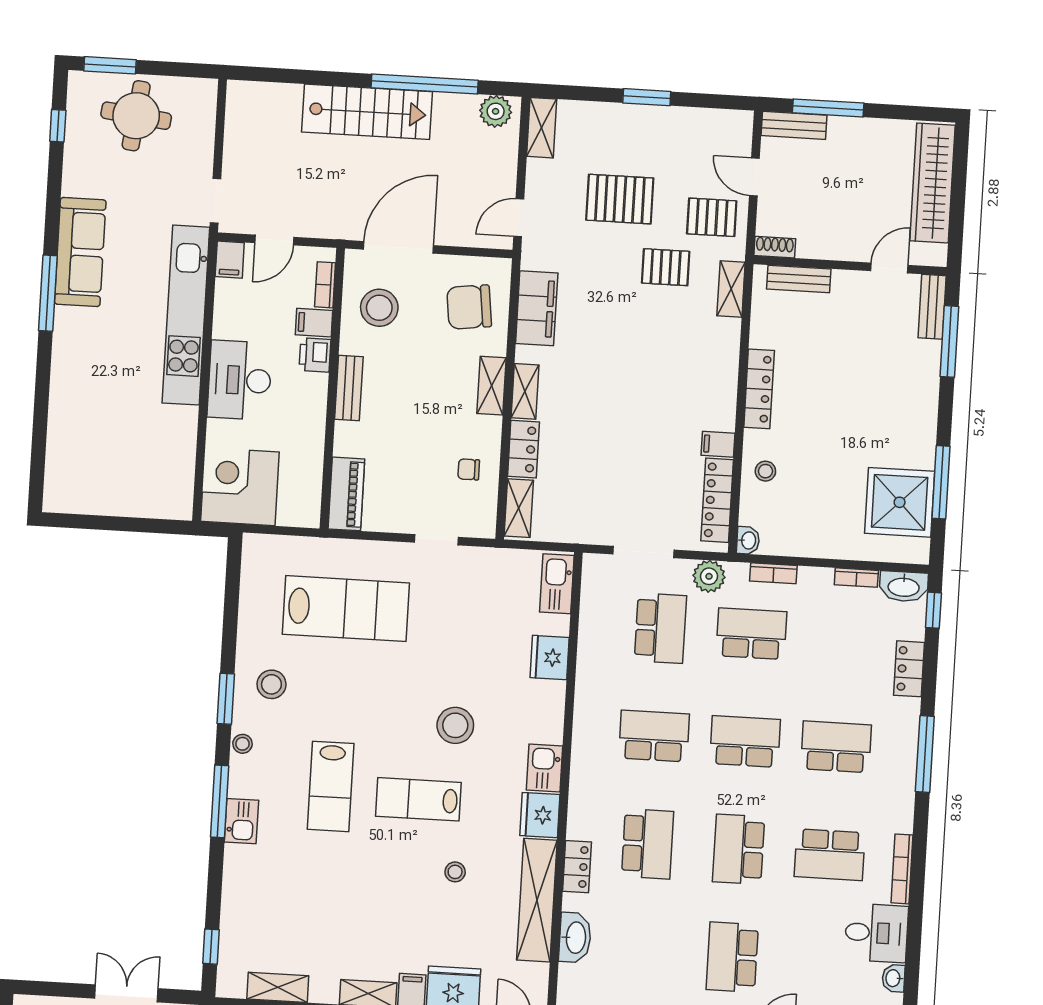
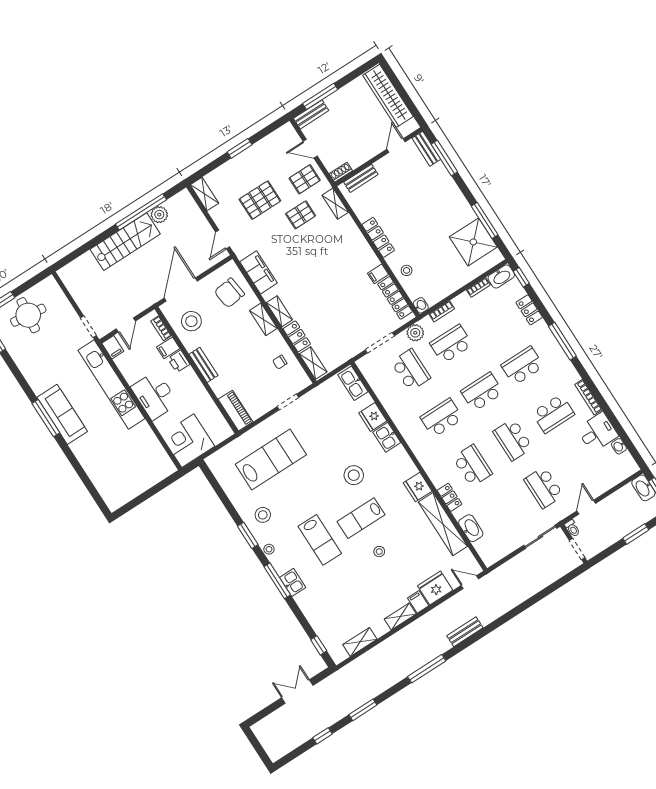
plant: (496, 111) -> (159, 215), moved
sofa: (80, 252) -> (62, 414), moved
kitchen sink: (545, 768) -> (387, 437), moved
stool: (455, 872) -> (379, 552), moved

